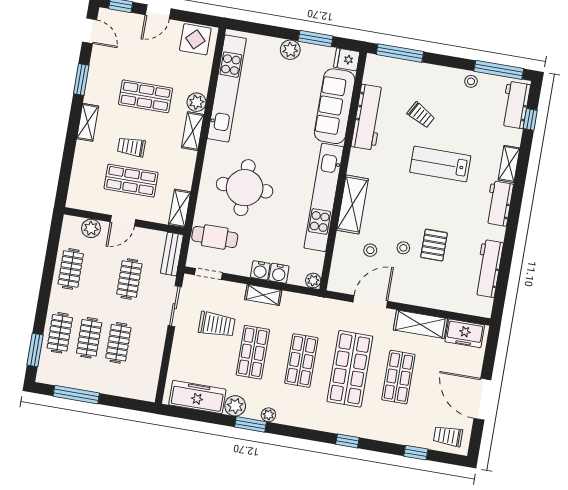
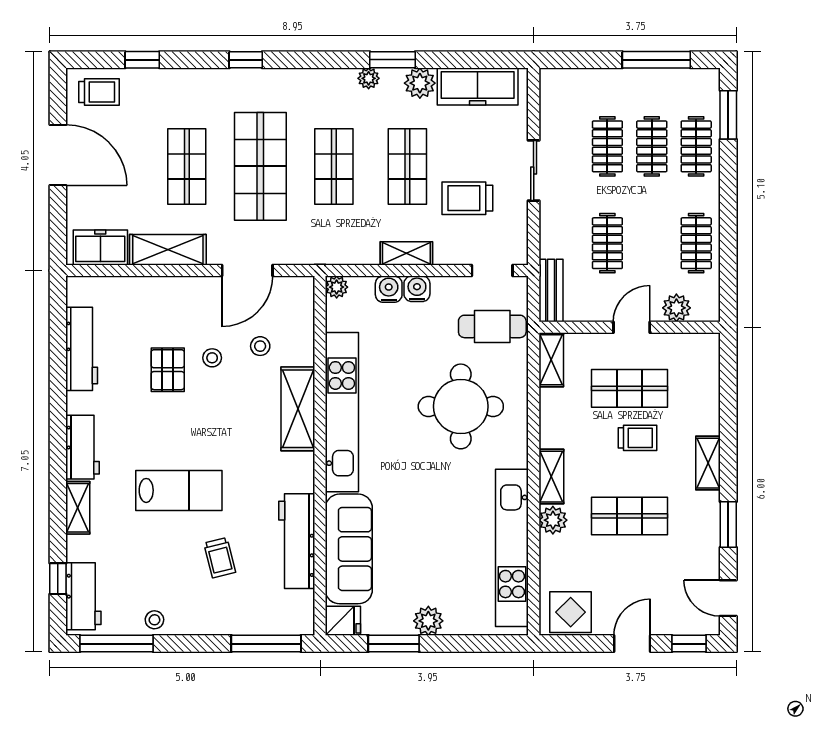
trolley: (421, 115) -> (220, 558), turned -133
sliding door: (175, 306) -> (534, 170), moved

